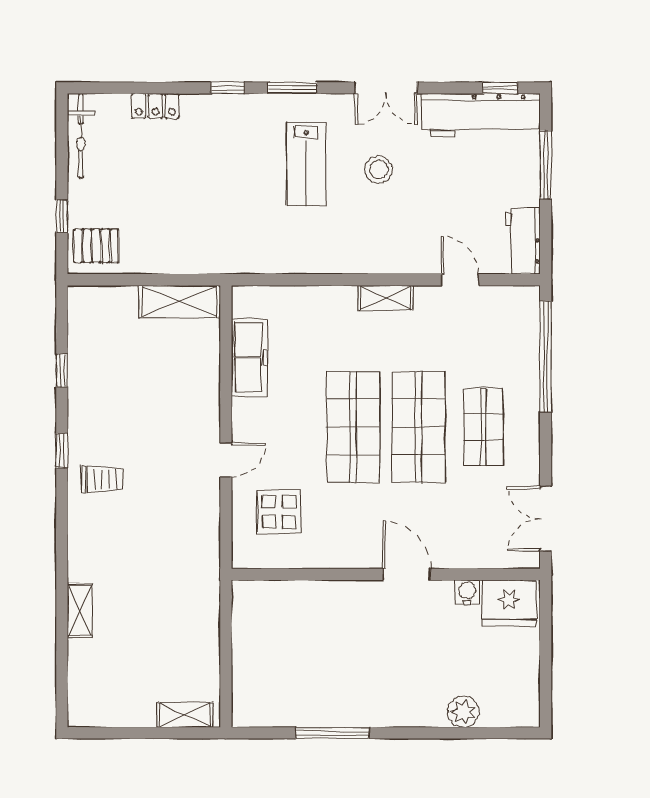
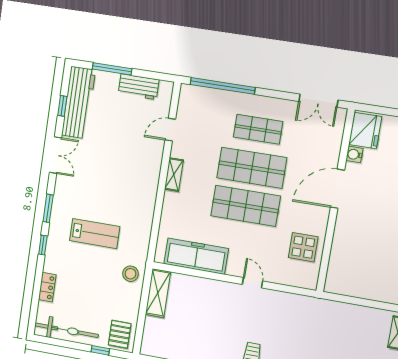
window: (500, 88) -> (62, 106), moved
bicycle: (81, 136) -> (66, 330), width x1.37, depth x1.40
lab bench: (306, 164) -> (95, 234), moved
stool: (379, 169) -> (131, 274), moved
workbench: (523, 241) -> (139, 87), moved
freezer: (250, 357) -> (196, 256), width x1.36, depth x1.26
display table: (279, 512) -> (303, 247), moved
door: (407, 574) -> (337, 189), width x1.36

